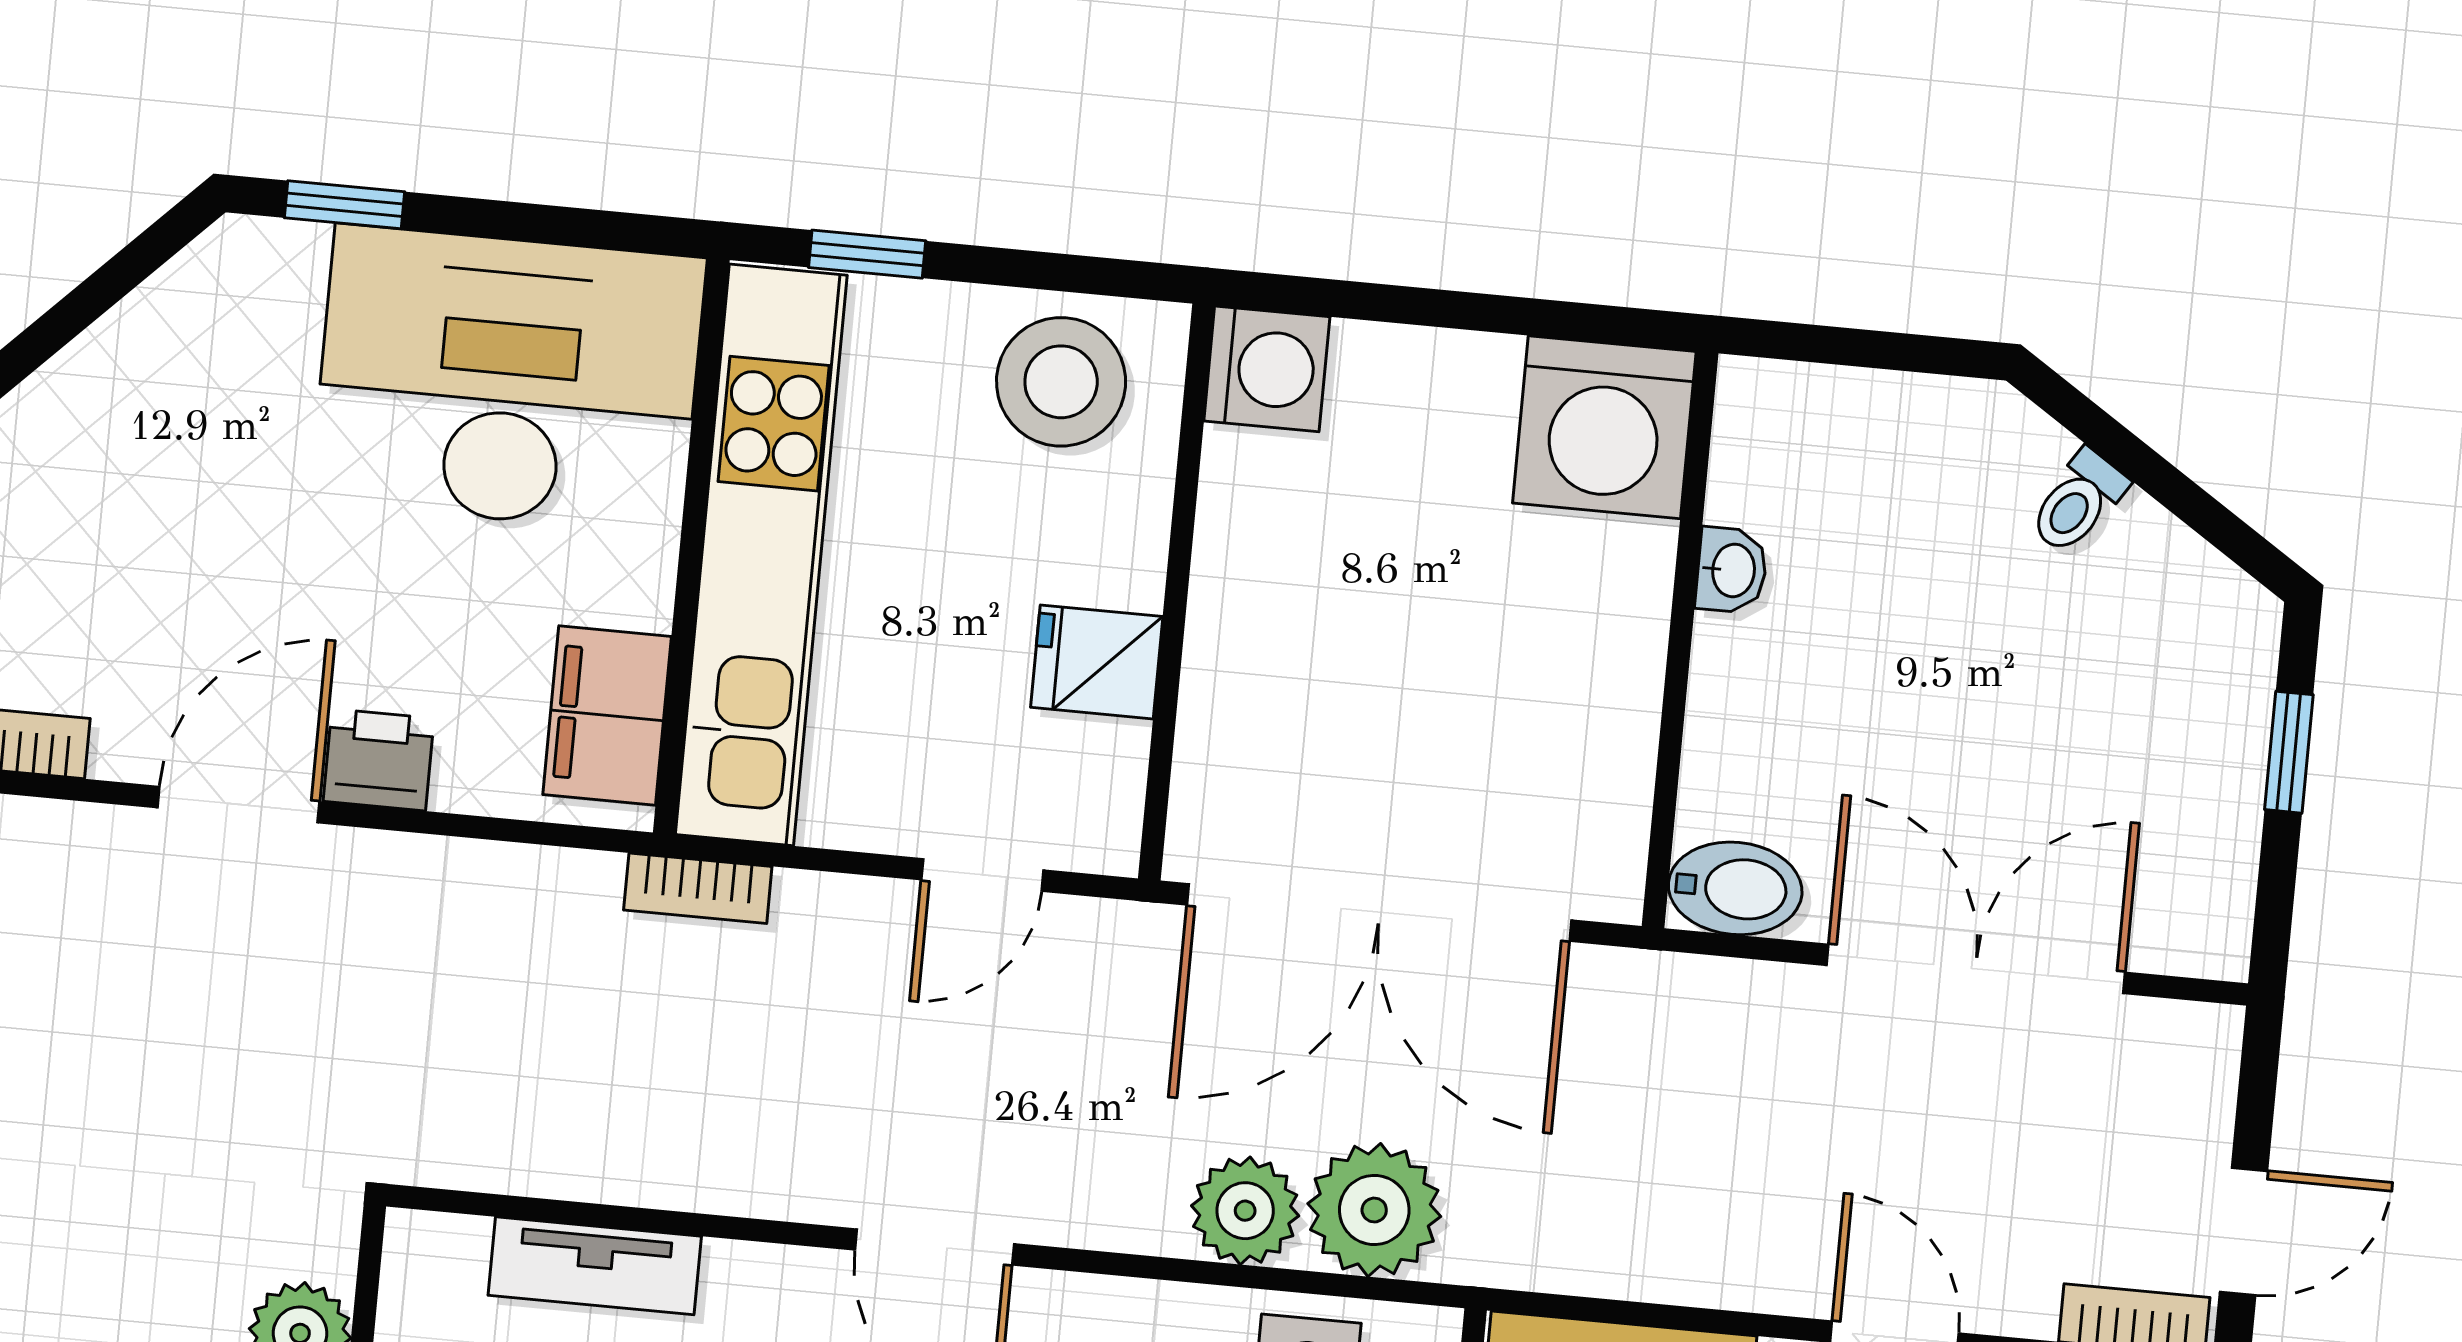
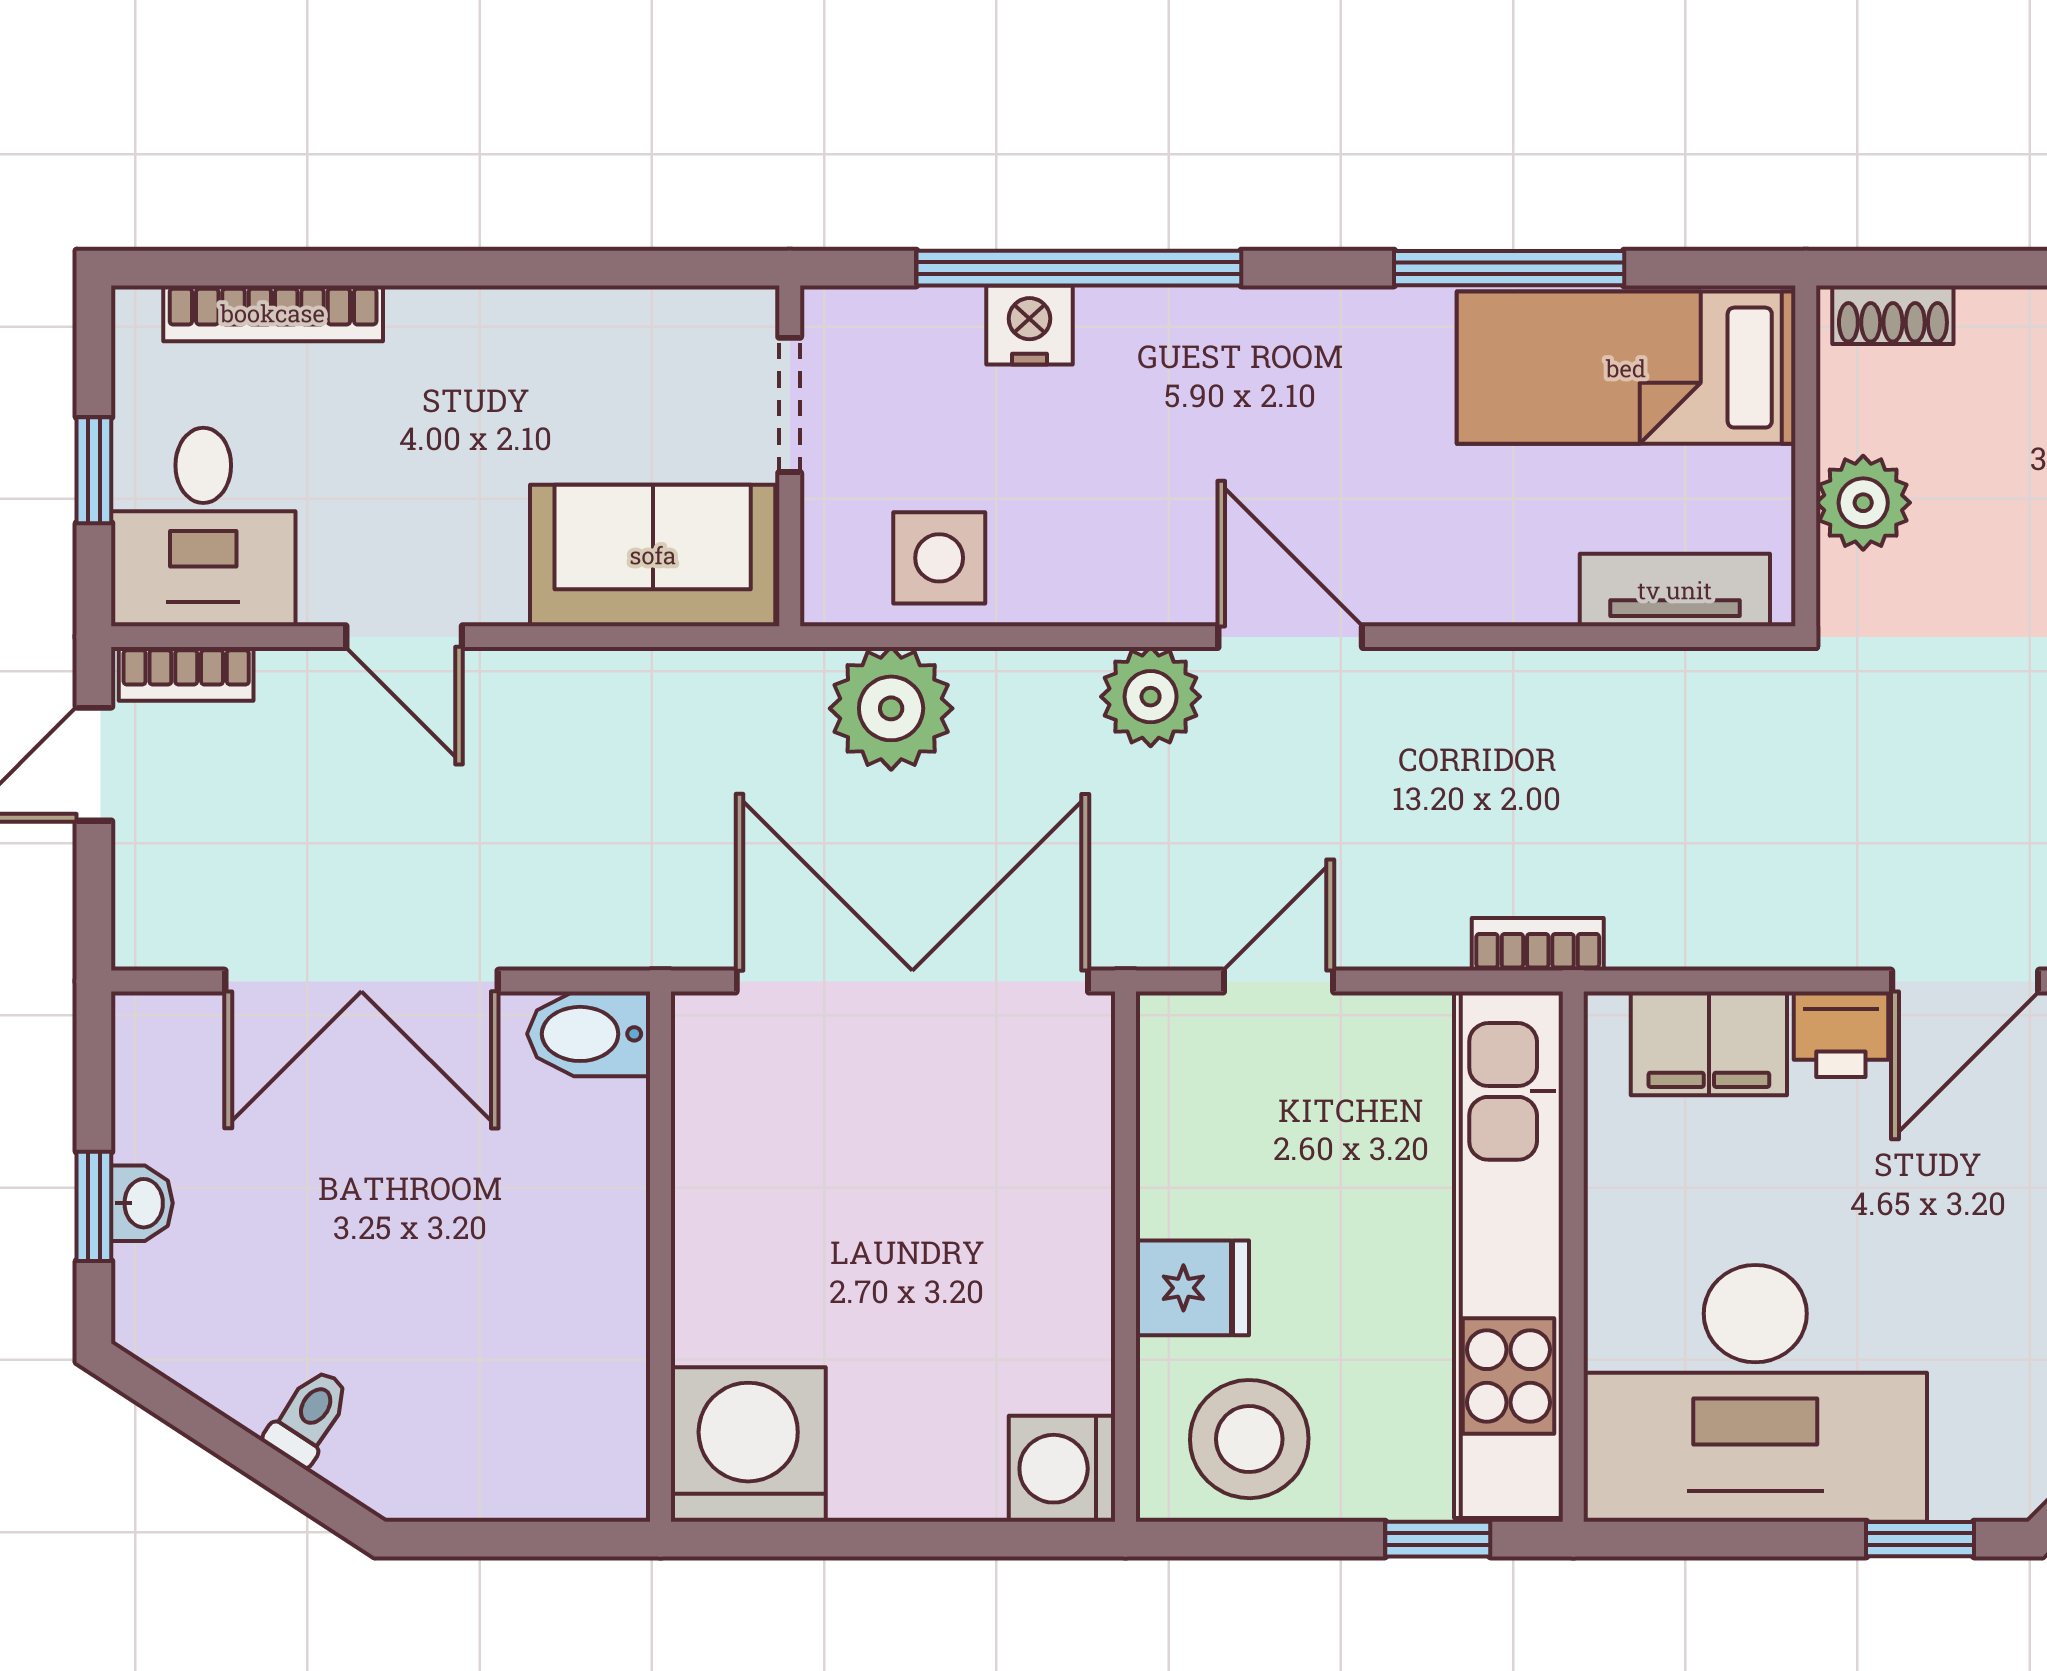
washbasin: (1732, 570) -> (142, 1203), moved, turned 180
fridge: (1097, 662) -> (1192, 1288), moved
filing cabinet: (607, 716) -> (1709, 1043), moved, turned 90
plant: (1245, 1211) -> (1151, 697), moved
tv unit: (595, 1266) -> (1675, 590), moved

